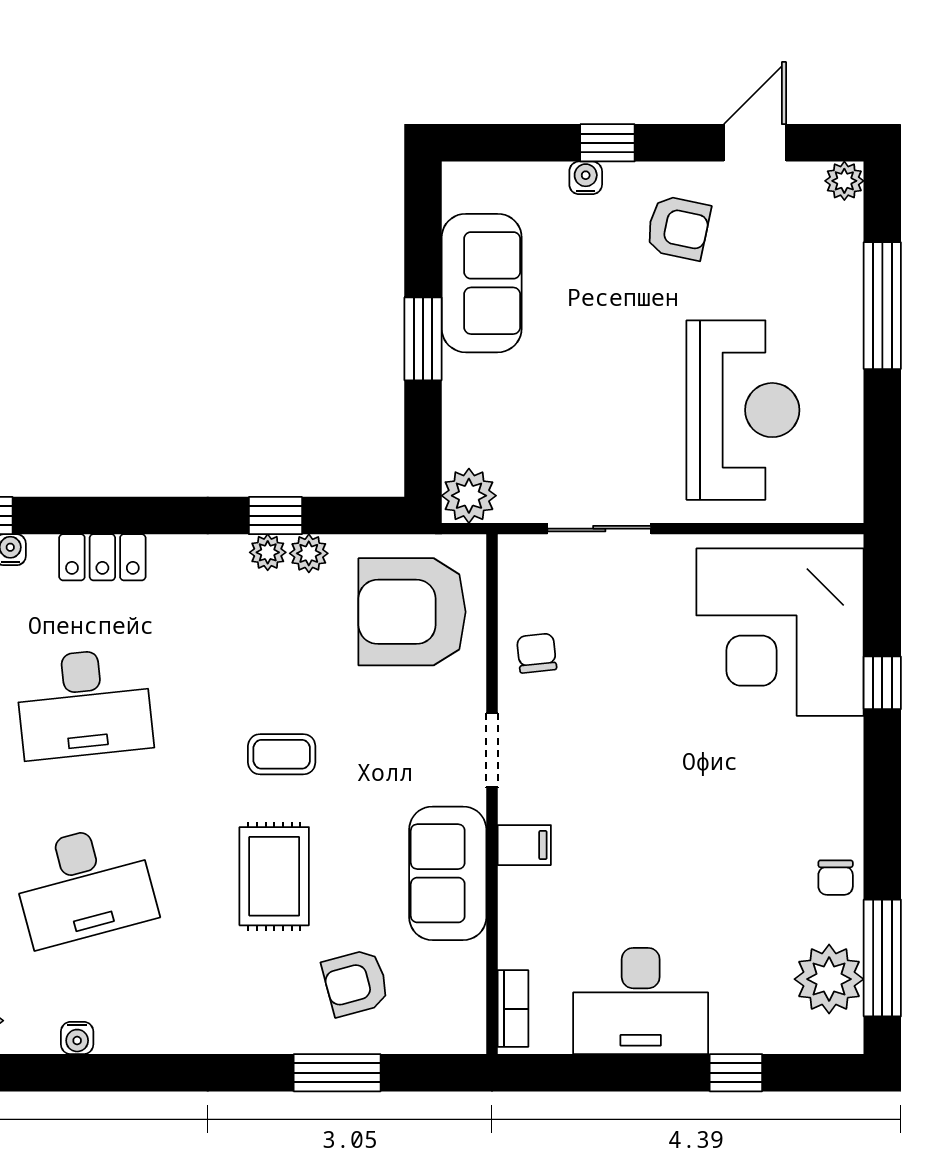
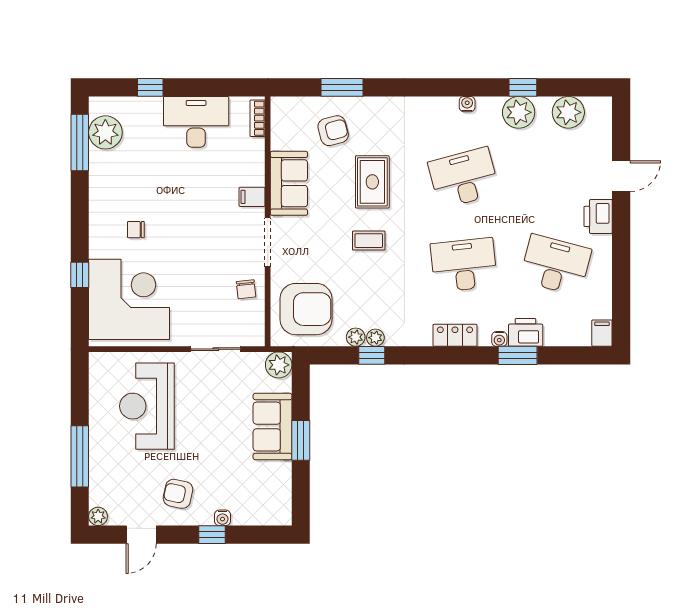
sofa: (482, 283) -> (272, 426), moved
doorway: (492, 750) -> (268, 242), width x1.38
chair: (836, 878) -> (136, 230), moved, turned -90

